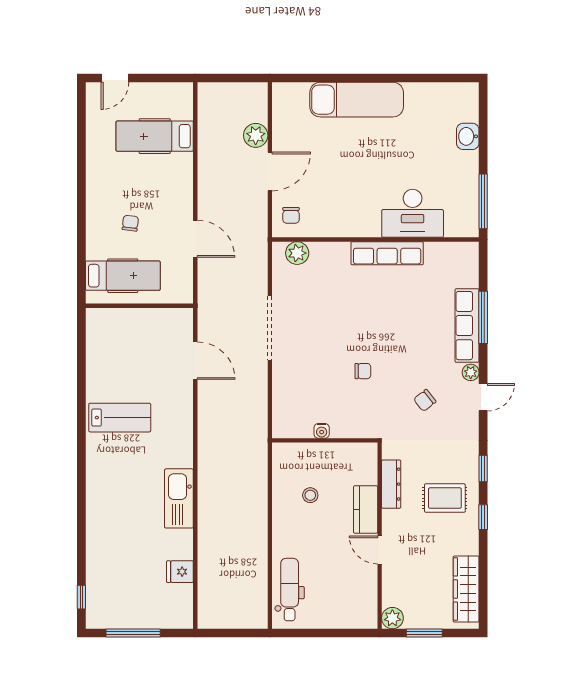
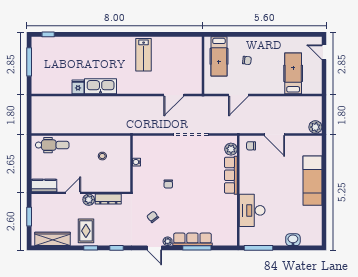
plant: (256, 135) -> (315, 127), moved
row of seats: (387, 253) -> (231, 175), moved
rug: (445, 498) -> (86, 231), moved
kitchen counter: (366, 510) -> (44, 185), moved
fridge: (180, 572) -> (78, 87), moved
plant: (392, 618) -> (89, 200), moved

